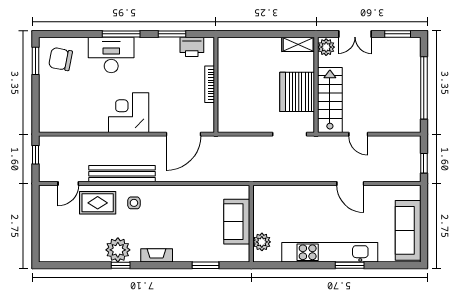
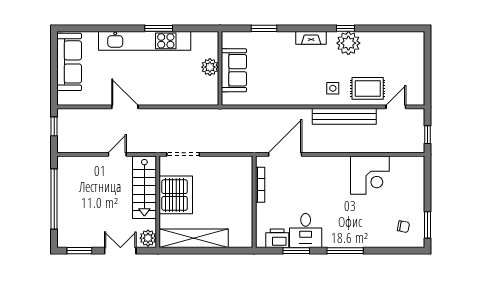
shelving: (298, 44) -> (194, 238), width x2.20, depth x1.33
desk: (111, 55) -> (306, 231), moved, width x0.73
chair: (61, 59) -> (403, 227), width x0.54, depth x0.54
bookcase: (210, 84) -> (260, 185), moved
corner desk: (129, 113) -> (370, 175), moved
door: (358, 134) -> (117, 154), hinge flipped
plant: (262, 242) -> (210, 67), moved
window: (350, 265) -> (159, 28), moved

